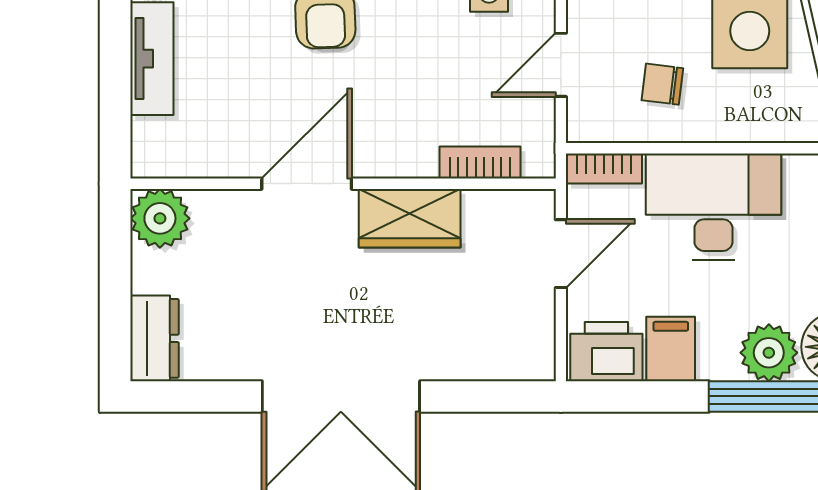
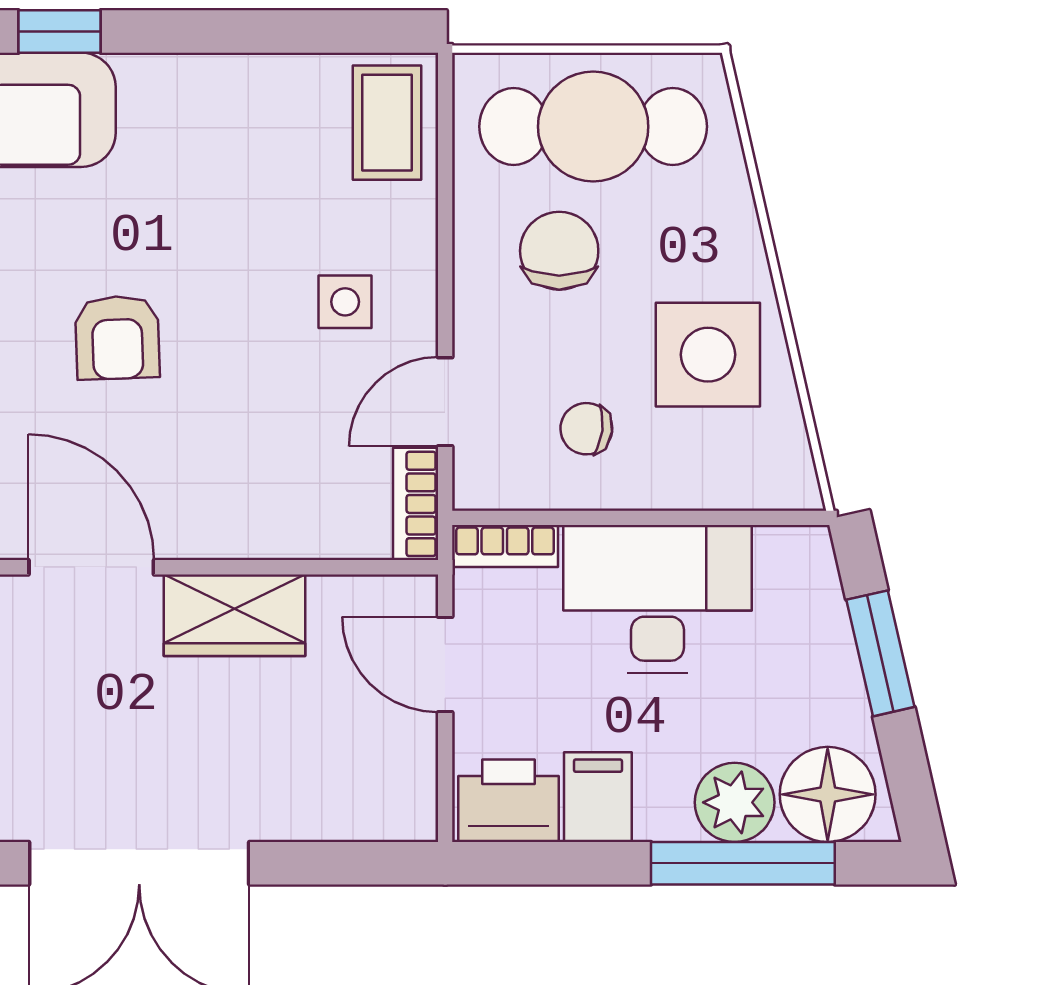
bookcase: (480, 162) -> (416, 504), moved, turned -90
door: (307, 184) -> (91, 567), hinge flipped
door: (561, 254) -> (445, 664), swing flipped

